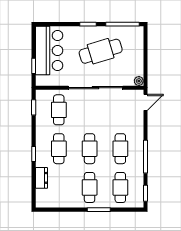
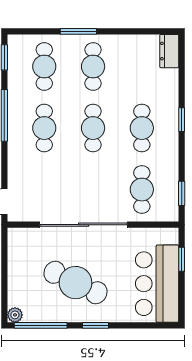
cafe table: (101, 51) -> (75, 283), turned 43
plant: (139, 81) -> (15, 315), moved
dresser: (41, 178) -> (169, 51), moved

